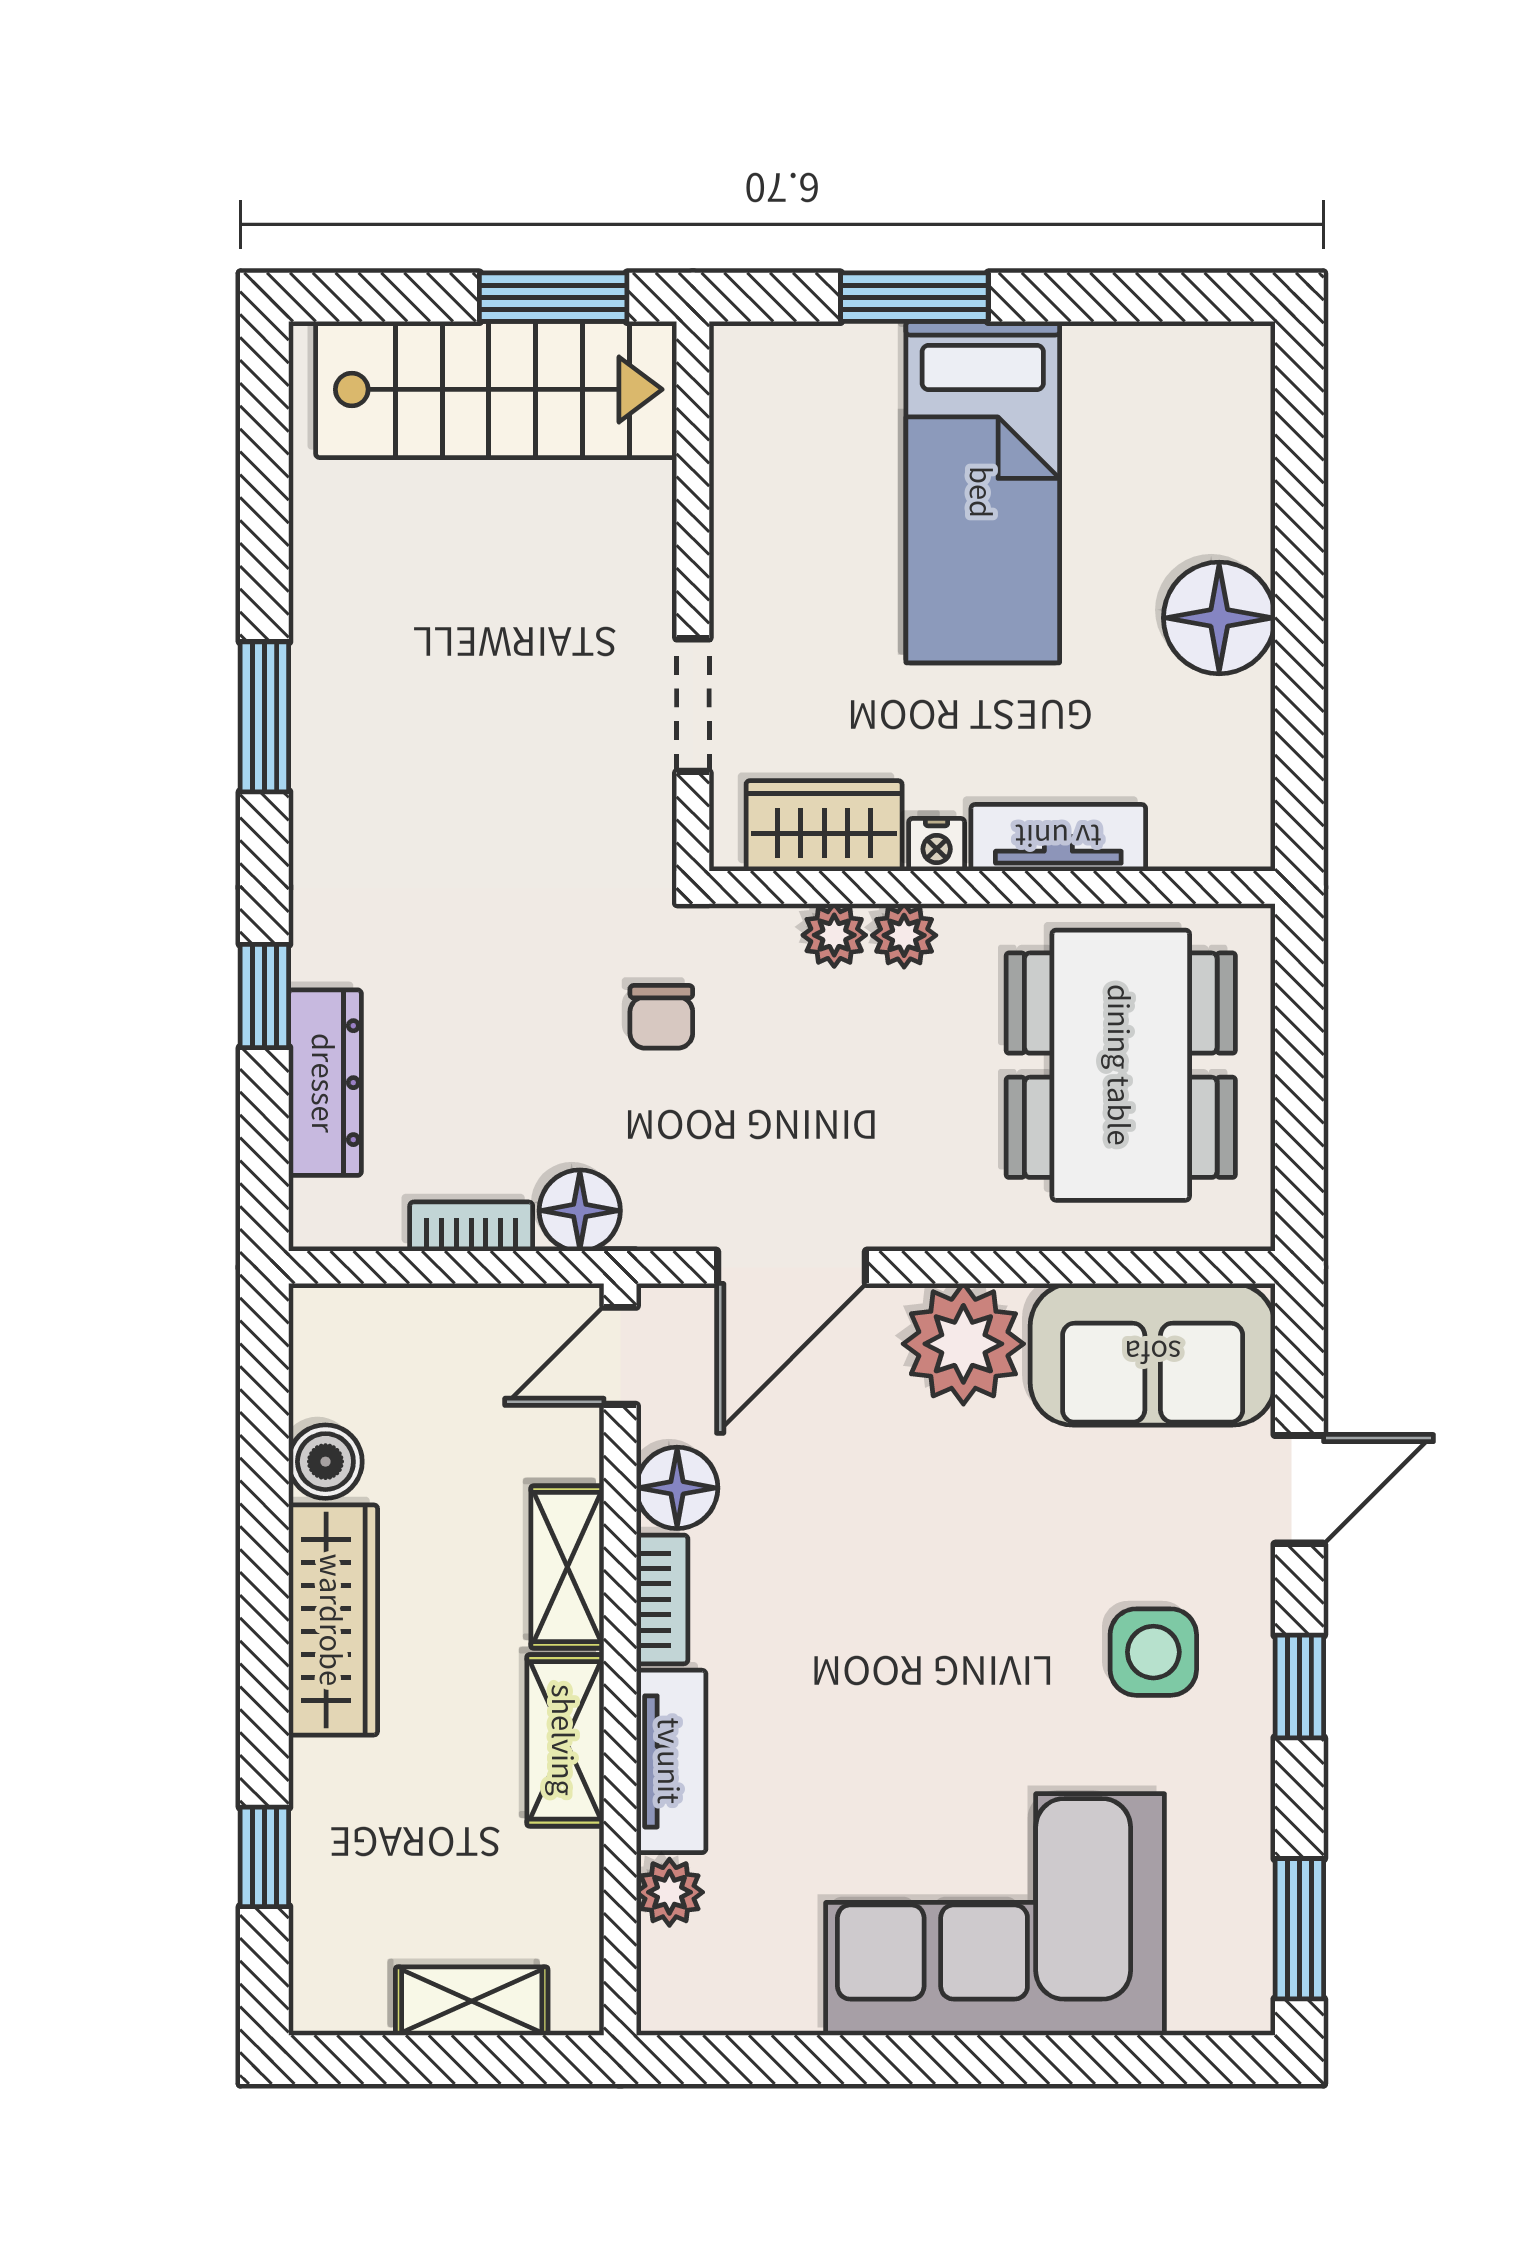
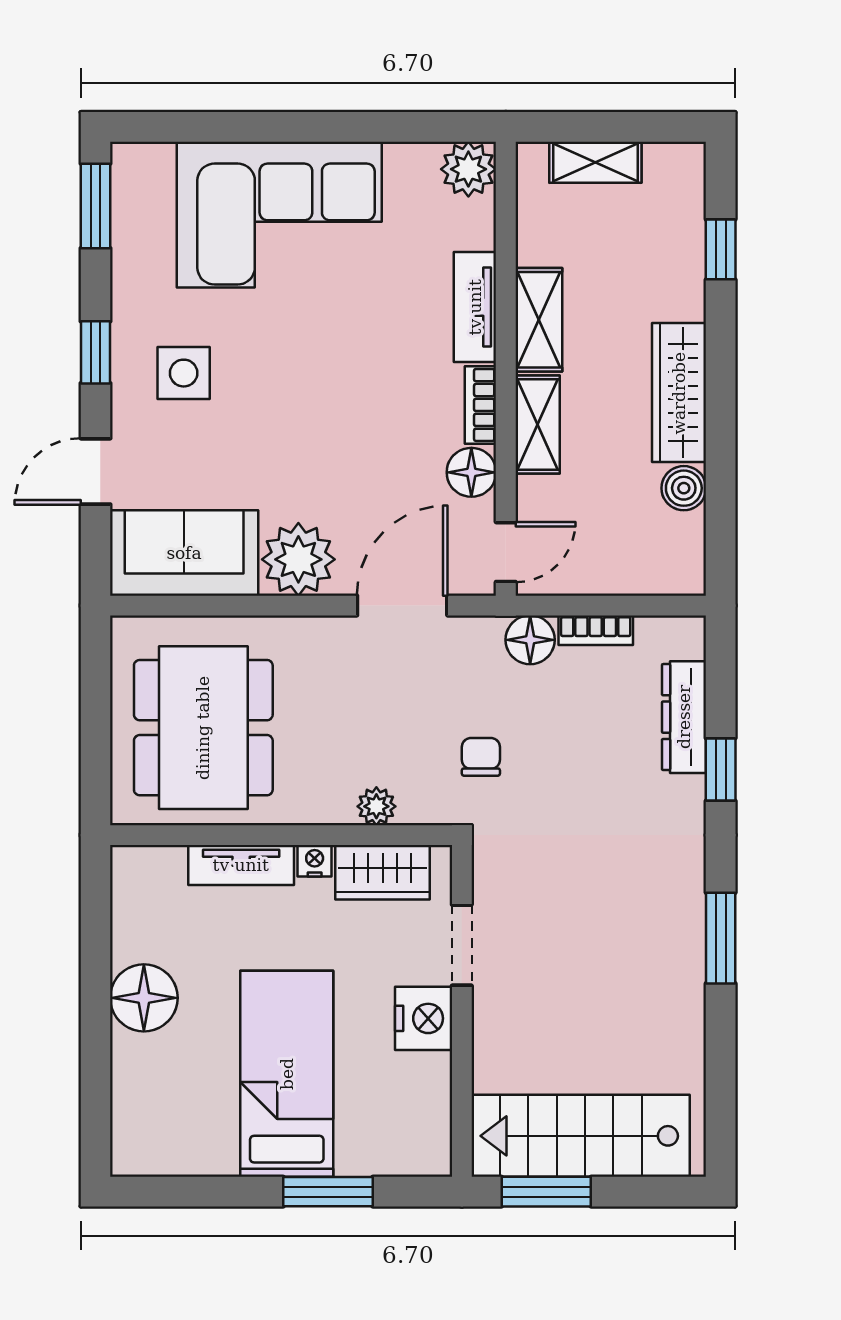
nightstand: (756, 584) -> (424, 1018), added
plant: (904, 935) -> (334, 806), removed
plant: (669, 1892) -> (468, 169), moved, width x1.38, depth x1.38

